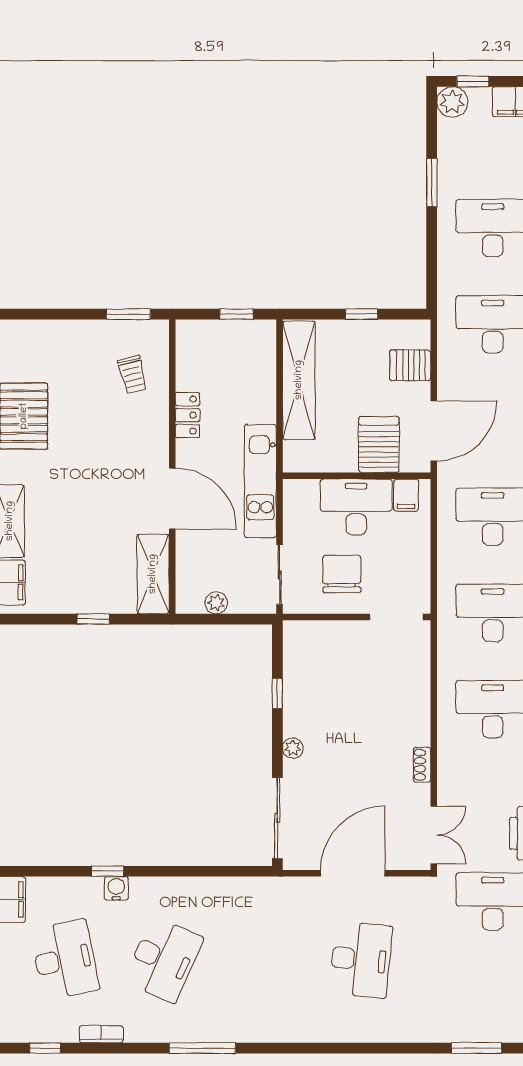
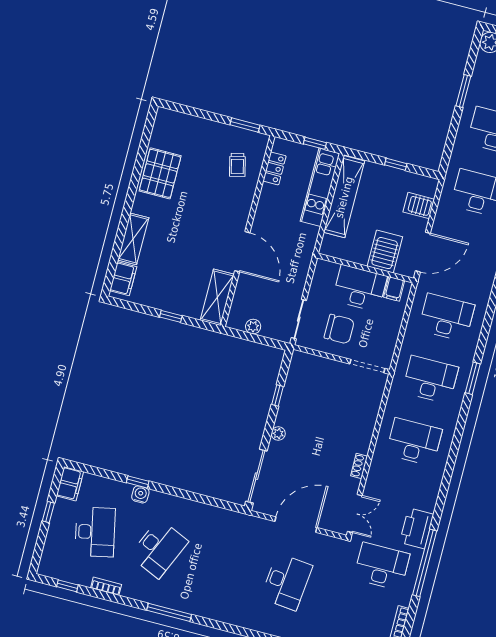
locker: (188, 415) -> (275, 168), moved
kitchen unit: (260, 481) -> (320, 187), moved
chair: (342, 574) -> (339, 329), turned 90

